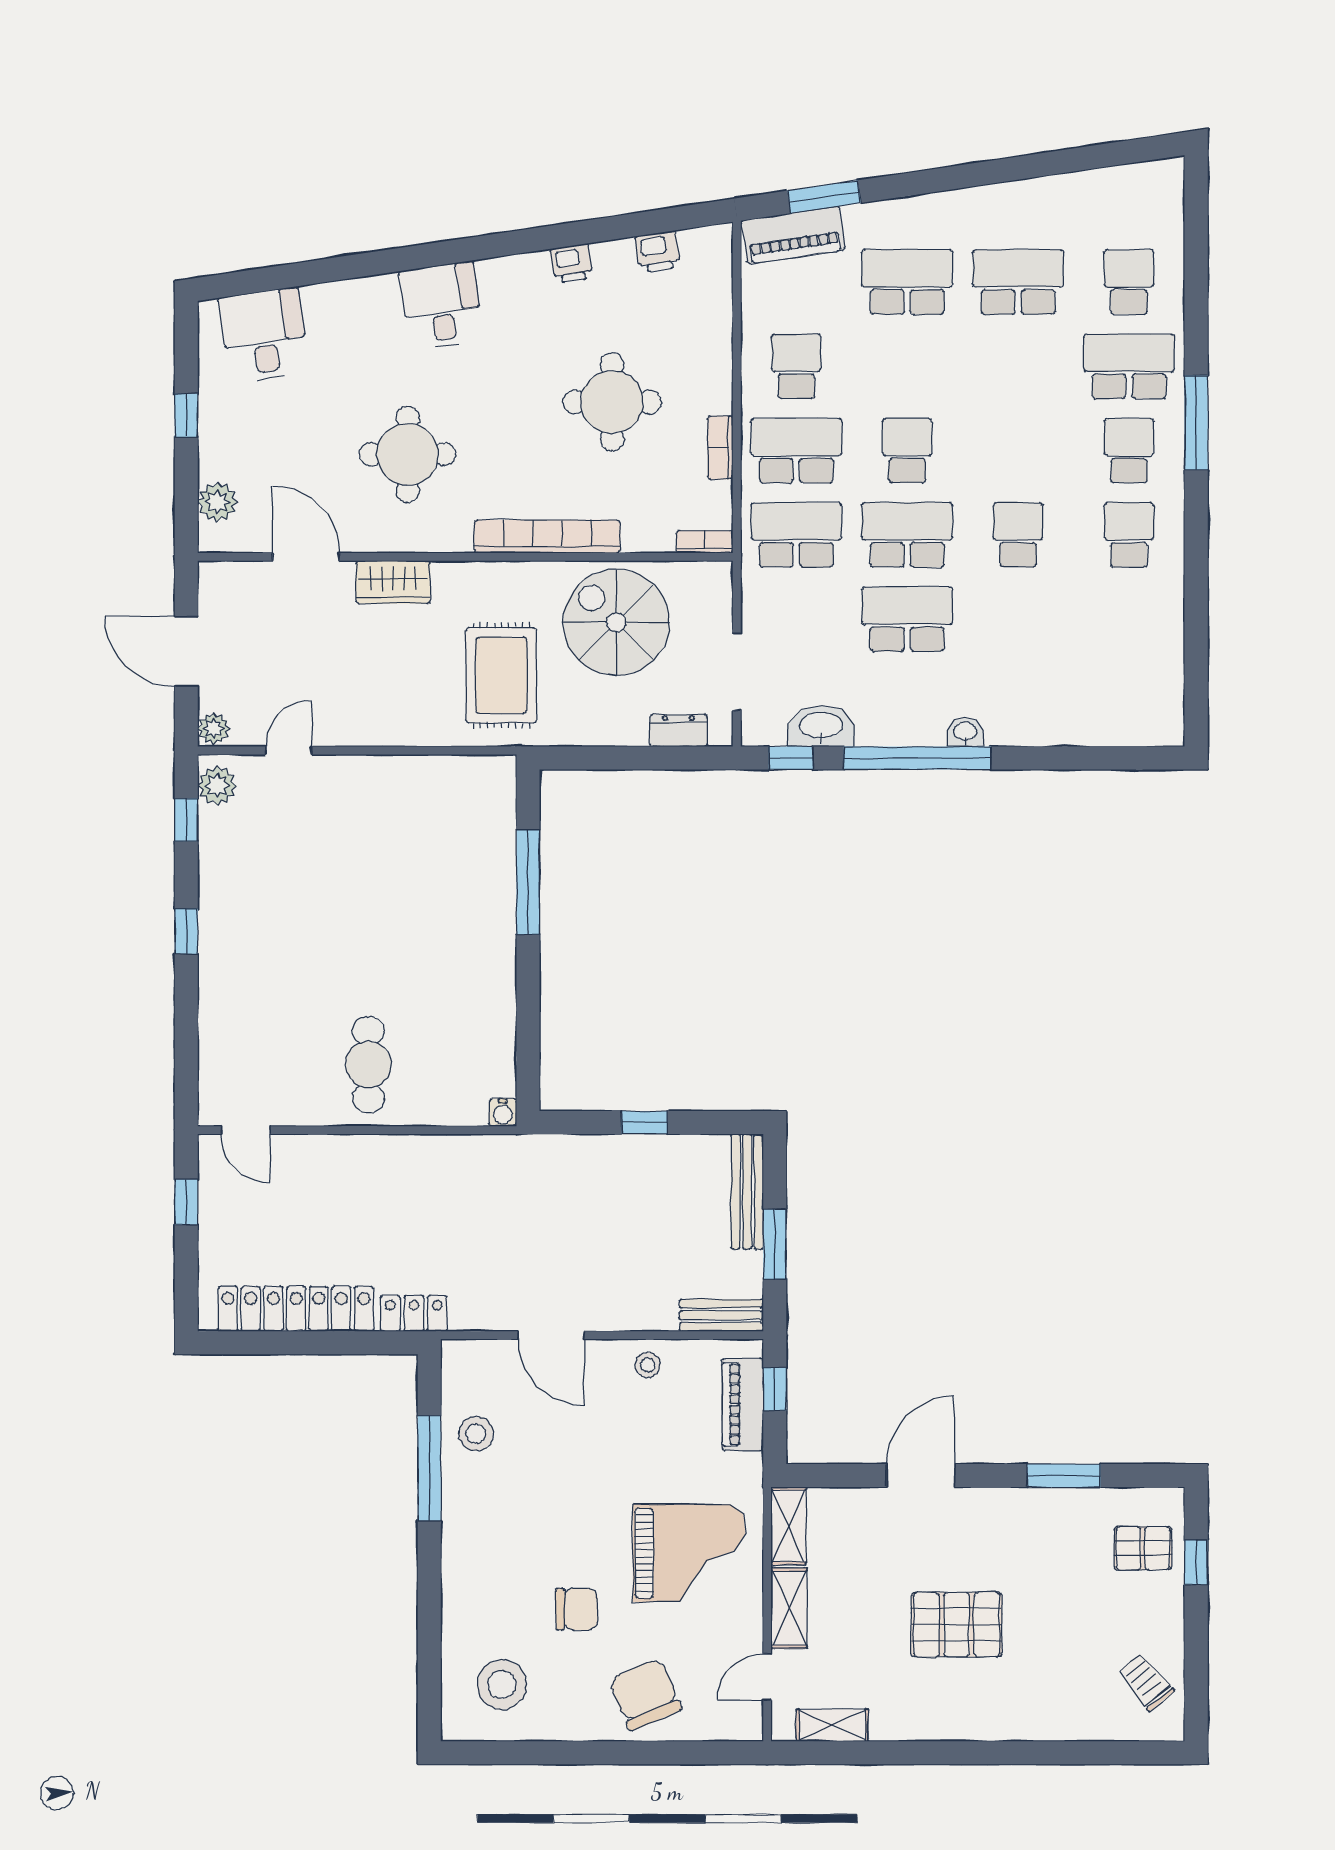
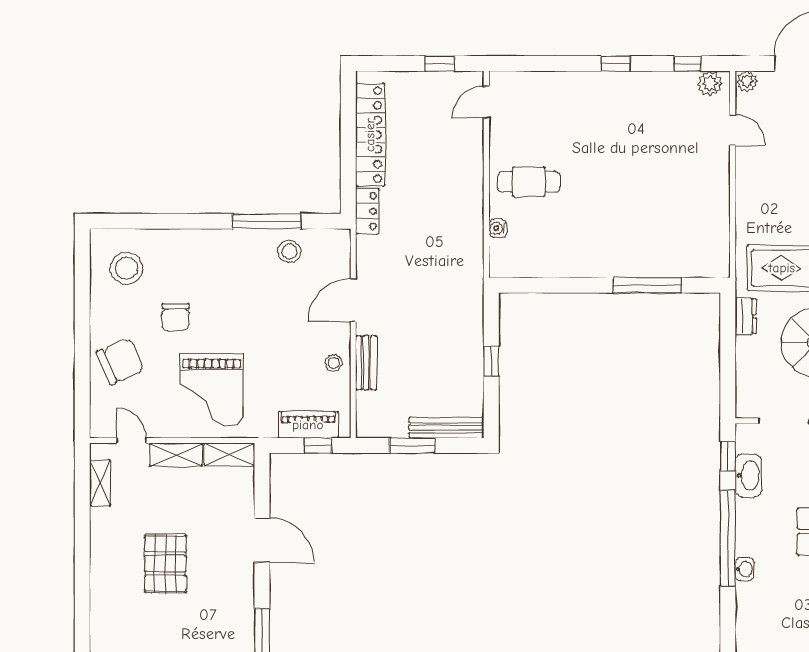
dresser: (678, 730) -> (746, 316), moved
water cooler: (503, 1112) -> (498, 228), moved
bench: (721, 1315) -> (366, 363), moved

